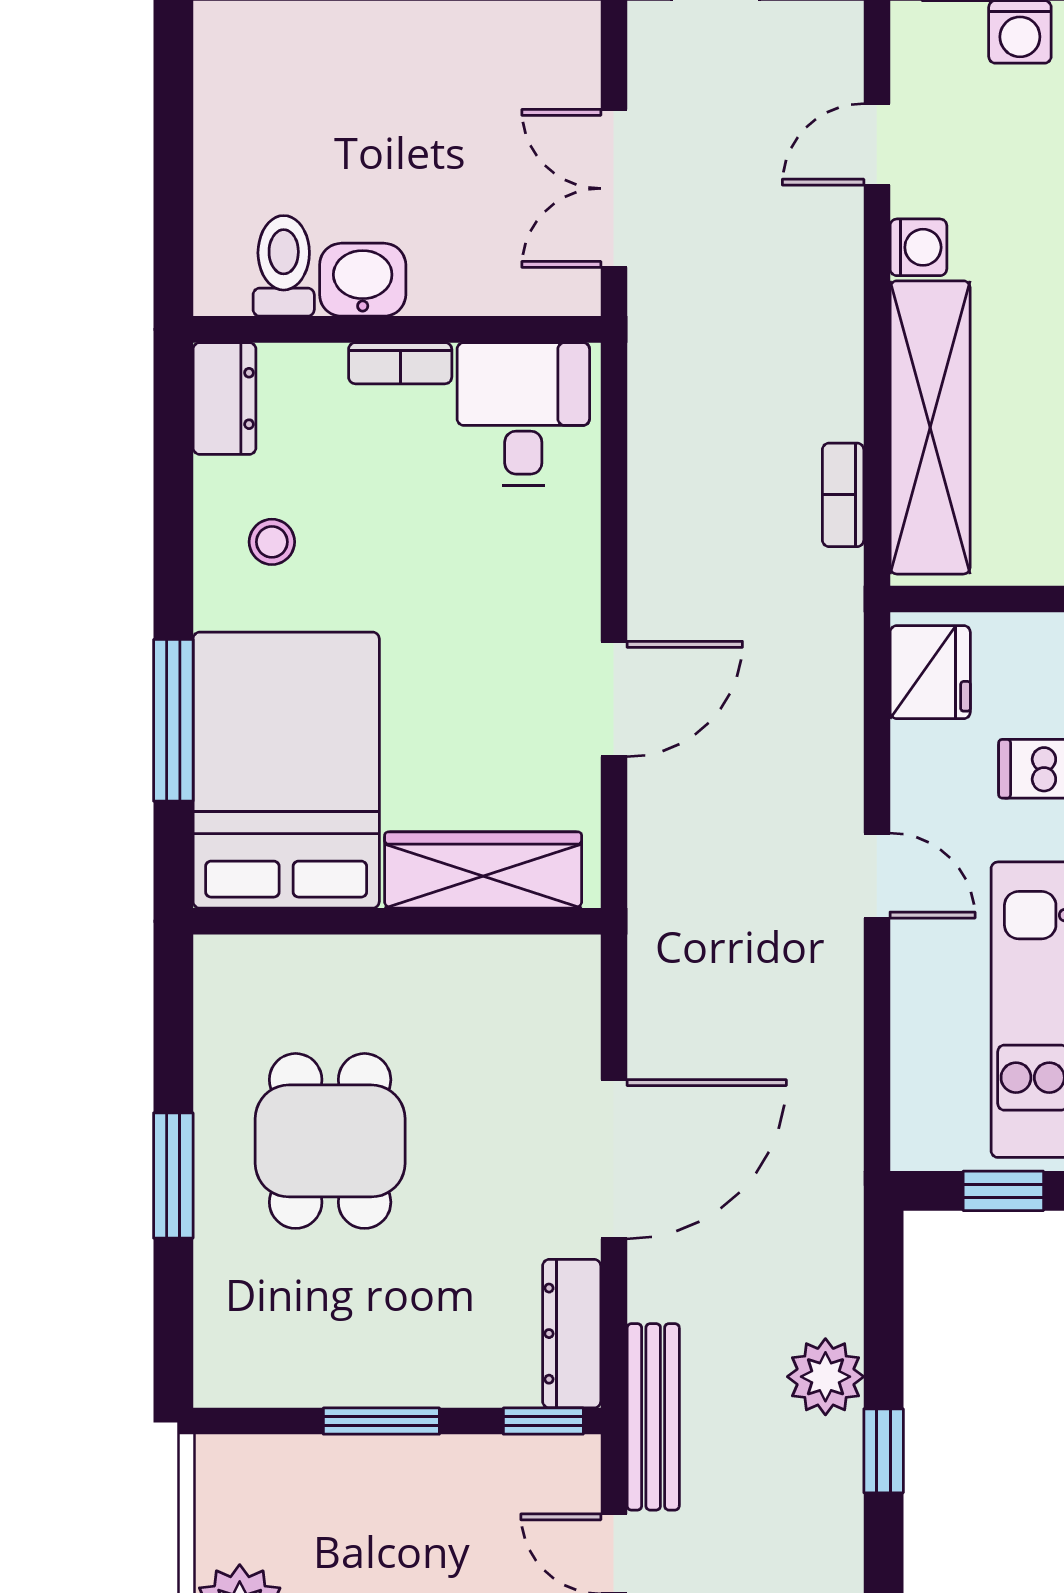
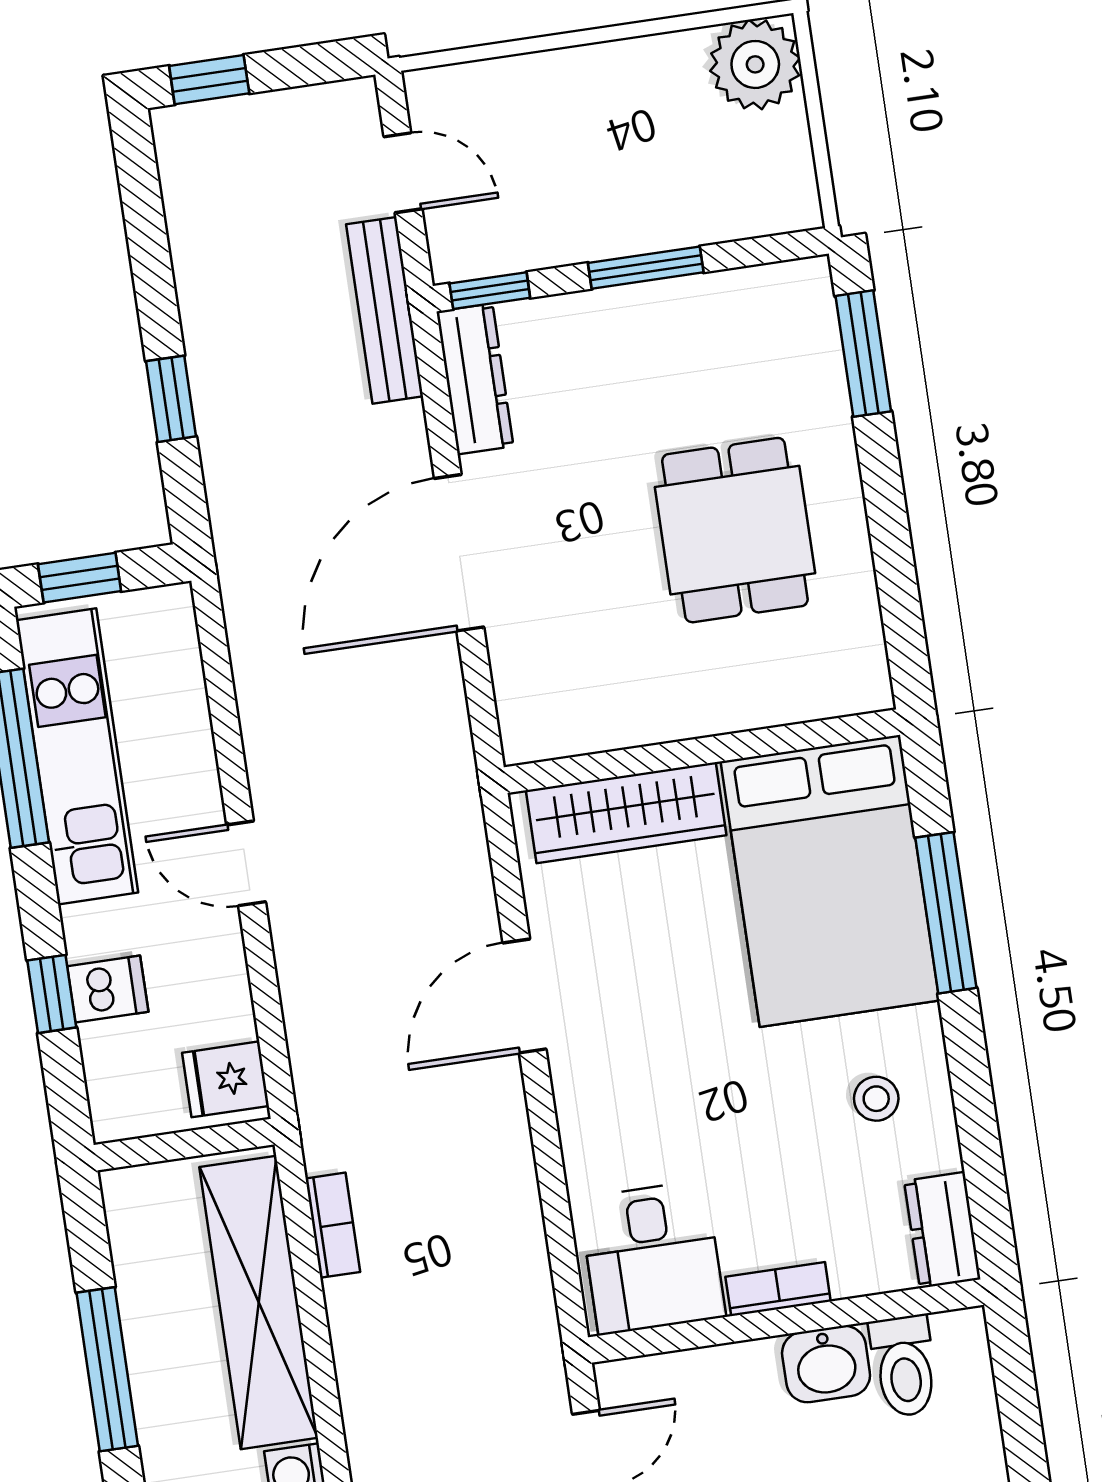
fridge: (930, 672) -> (226, 1079), width x0.72
window: (173, 1175) -> (863, 354), moved
plant: (825, 1377) -> (224, 373), removed
window: (884, 1451) -> (171, 399), moved

